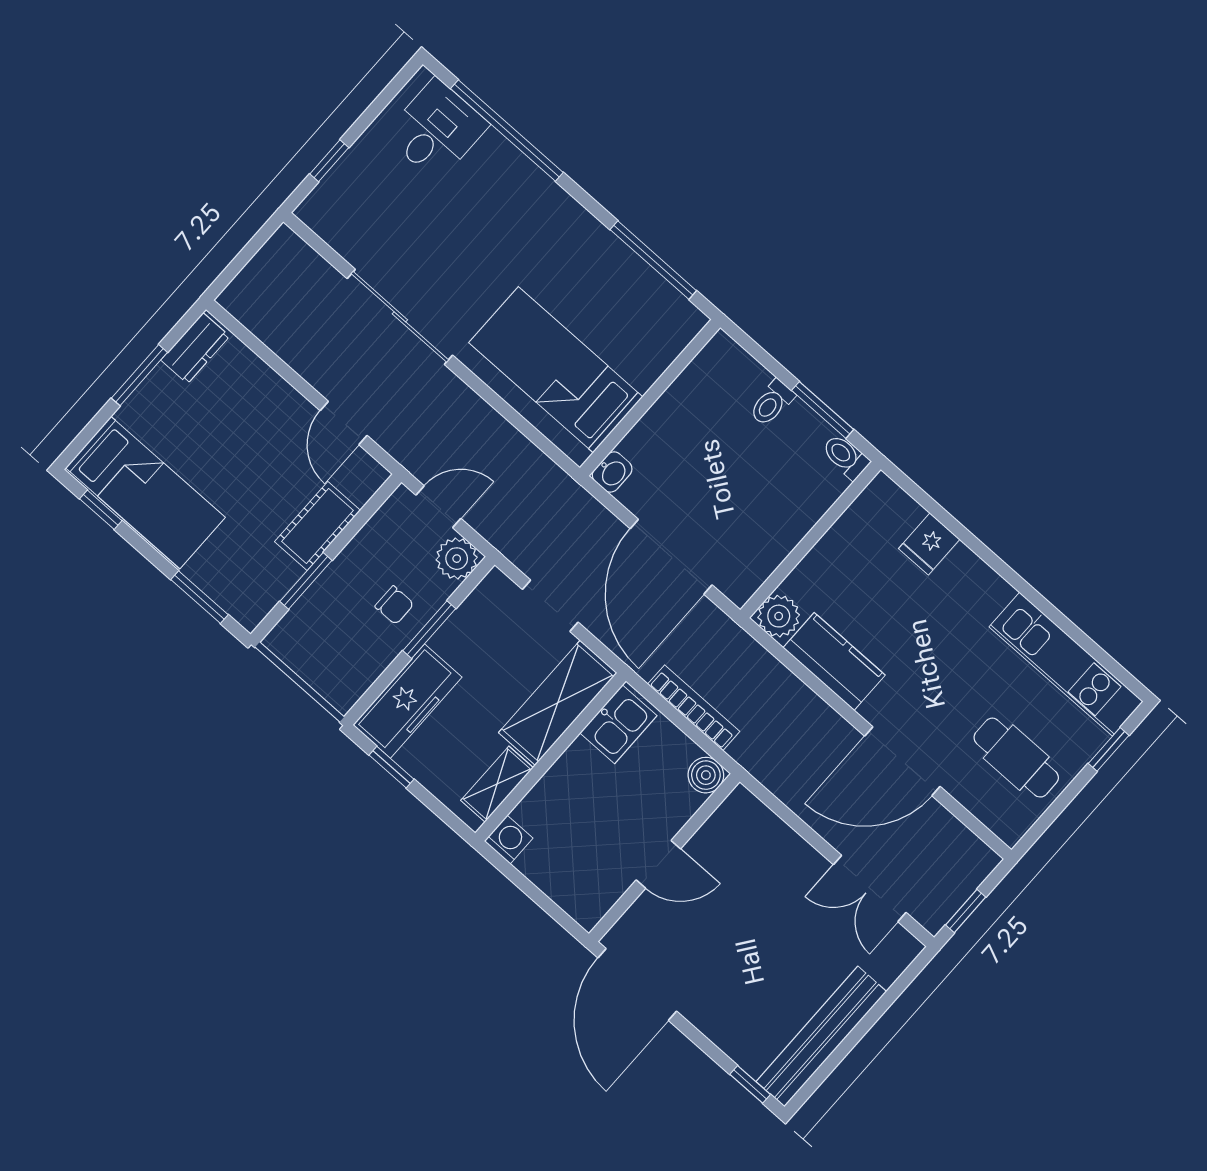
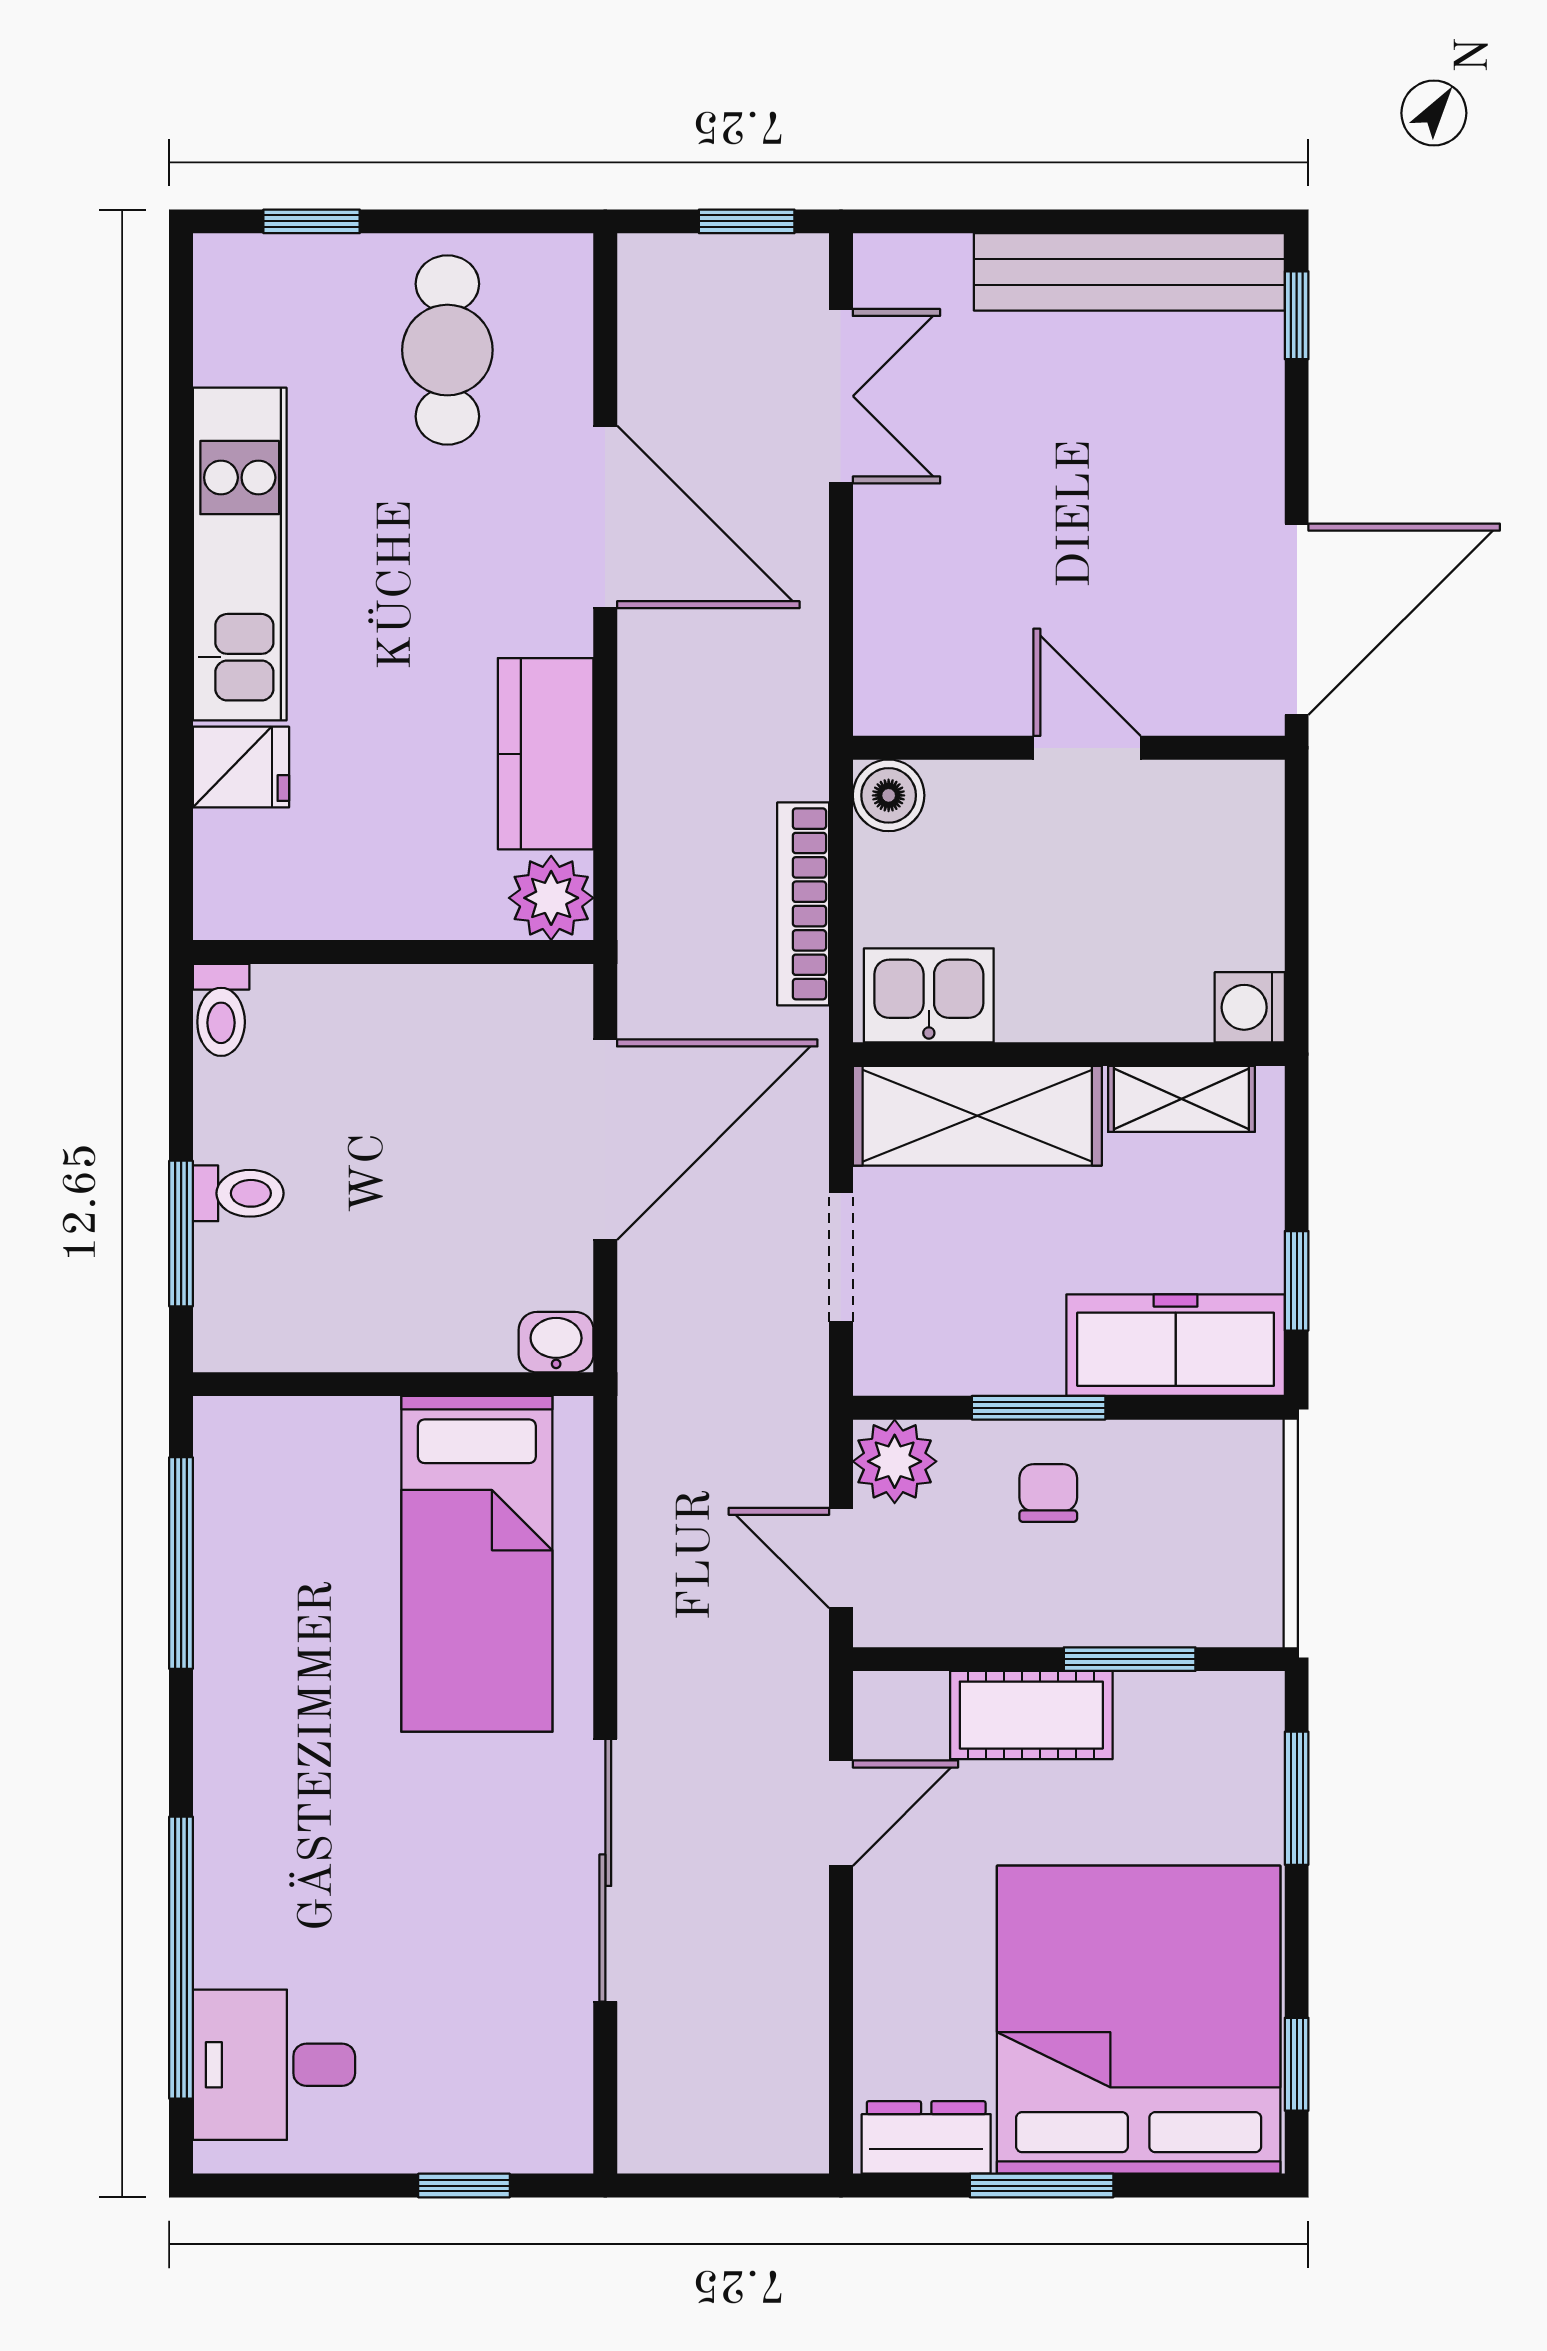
window: (823, 410) -> (181, 1234), moved
bed: (145, 493) -> (1139, 2020), width x2.04
kitchen unit: (1066, 664) -> (240, 554), moved

